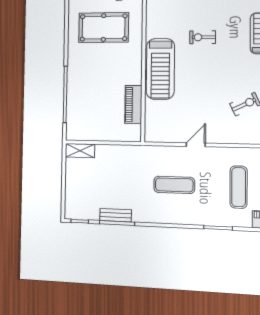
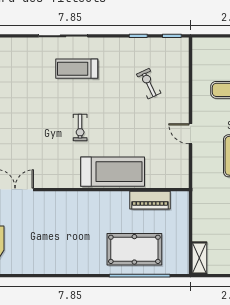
pool table: (103, 28) -> (134, 249), moved, turned 90

